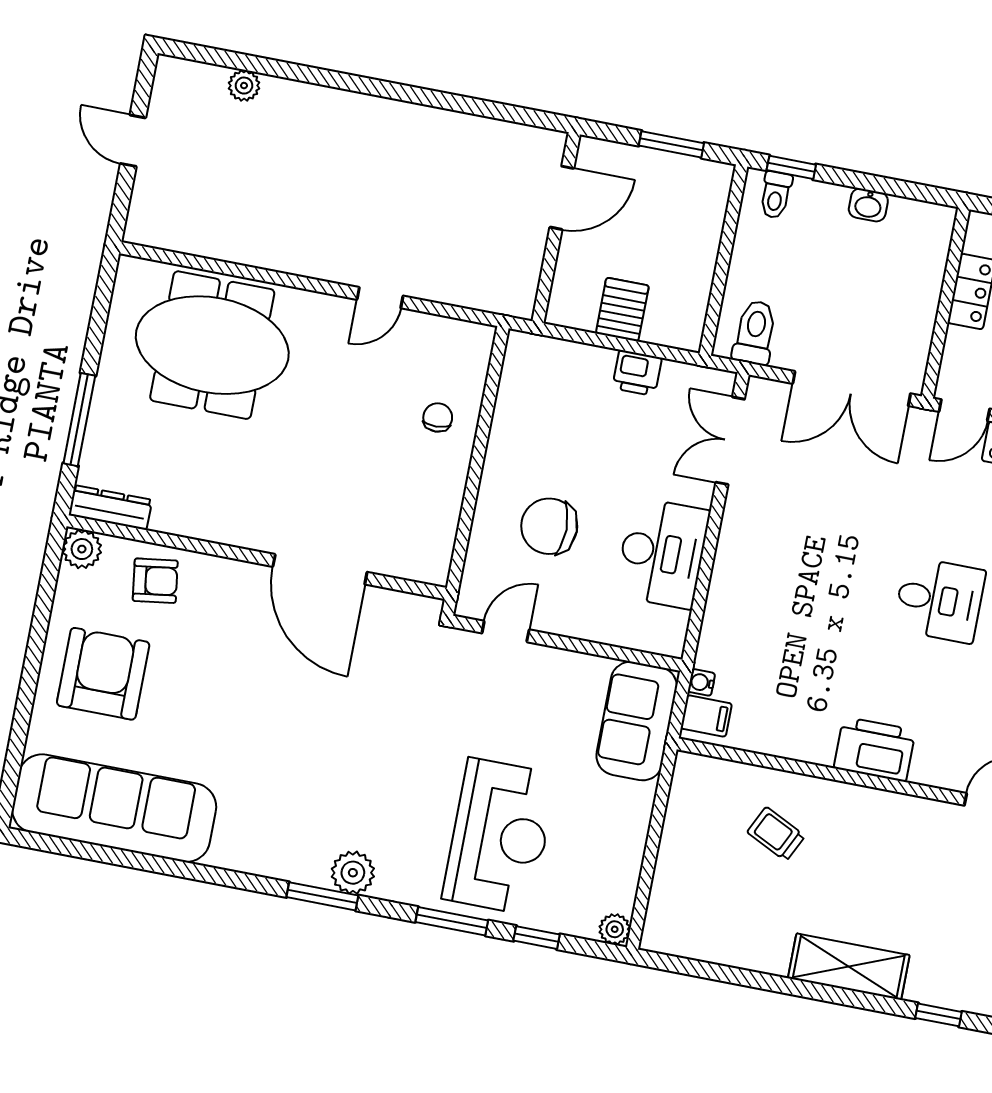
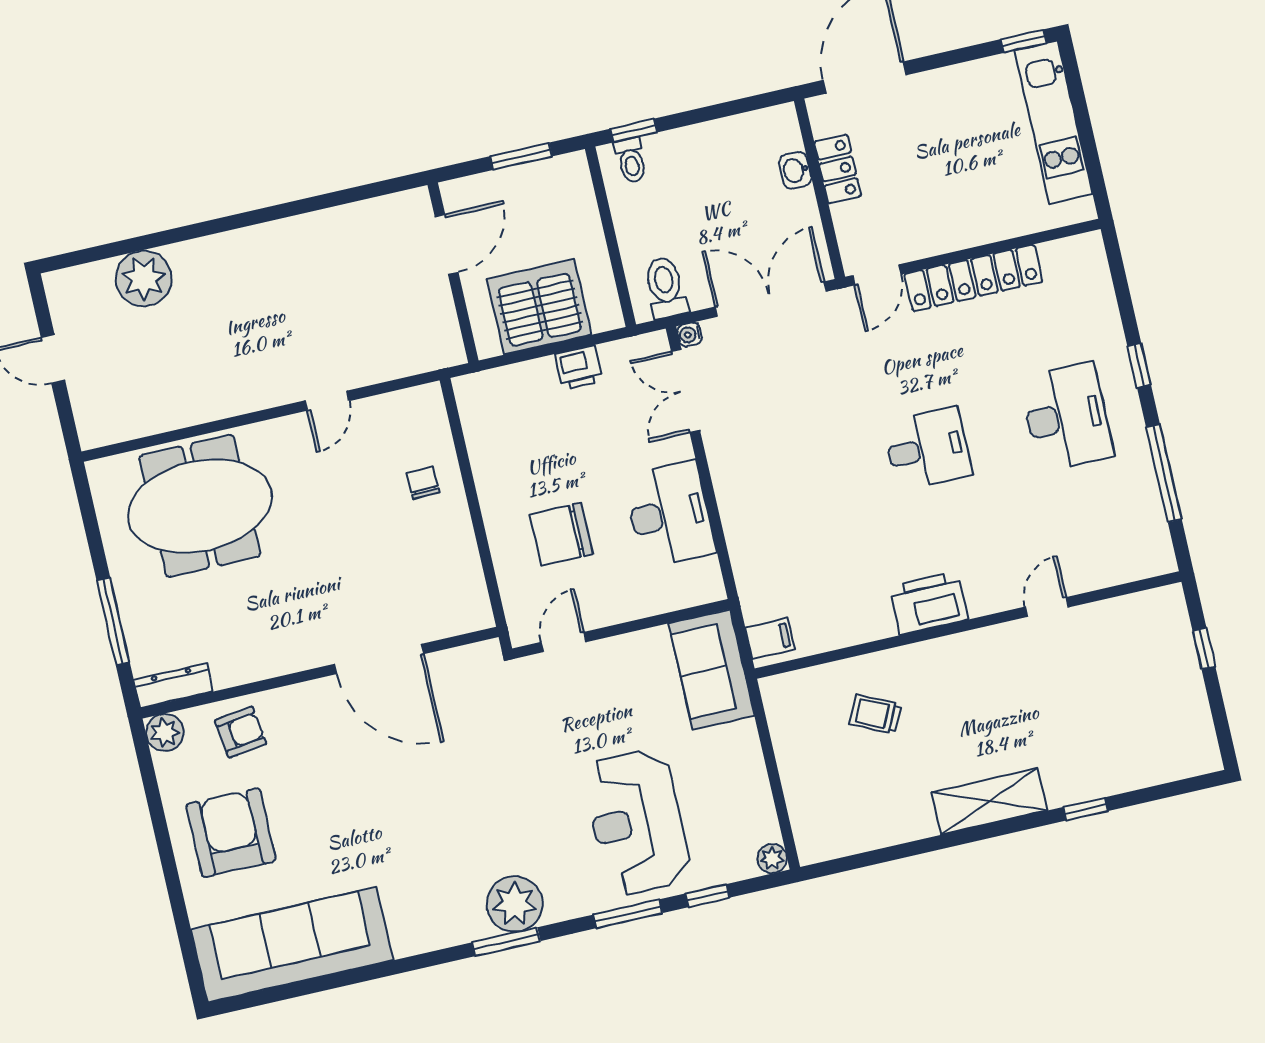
plant: (244, 86) -> (144, 279), width x1.88, depth x1.88
washbasin: (868, 205) -> (795, 170), moved, turned 90
server rack: (622, 310) -> (539, 307), width x2.18, depth x1.44
double door: (852, 389) -> (771, 299), swing flipped
water cooler: (701, 682) -> (690, 335), moved
reception desk: (500, 836) -> (637, 822), turned 180
plant: (353, 873) -> (515, 904), width x1.36, depth x1.36

